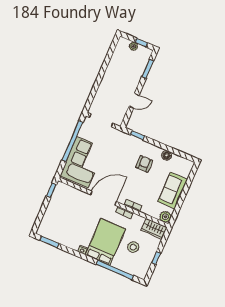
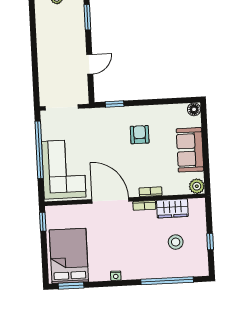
floor lamp: (167, 155) -> (194, 109), moved
door: (103, 198) -> (110, 200), hinge flipped
wardrobe: (154, 229) -> (172, 208), moved
bed: (105, 242) -> (69, 256), moved

